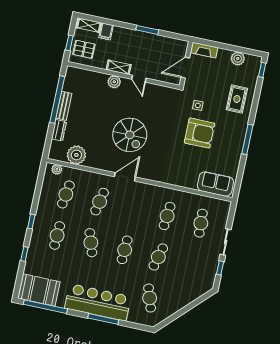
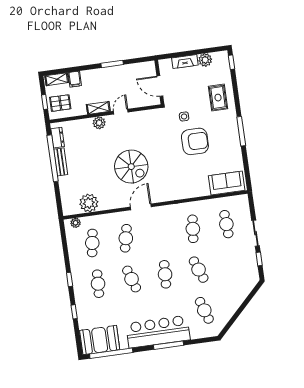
fireplace: (204, 50) -> (185, 62), moved
door: (185, 68) -> (160, 86), hinge flipped
door: (139, 79) -> (121, 112), swing flipped
dresser: (59, 130) -> (58, 138), moved
cafe table: (158, 257) -> (199, 270), turned -36

